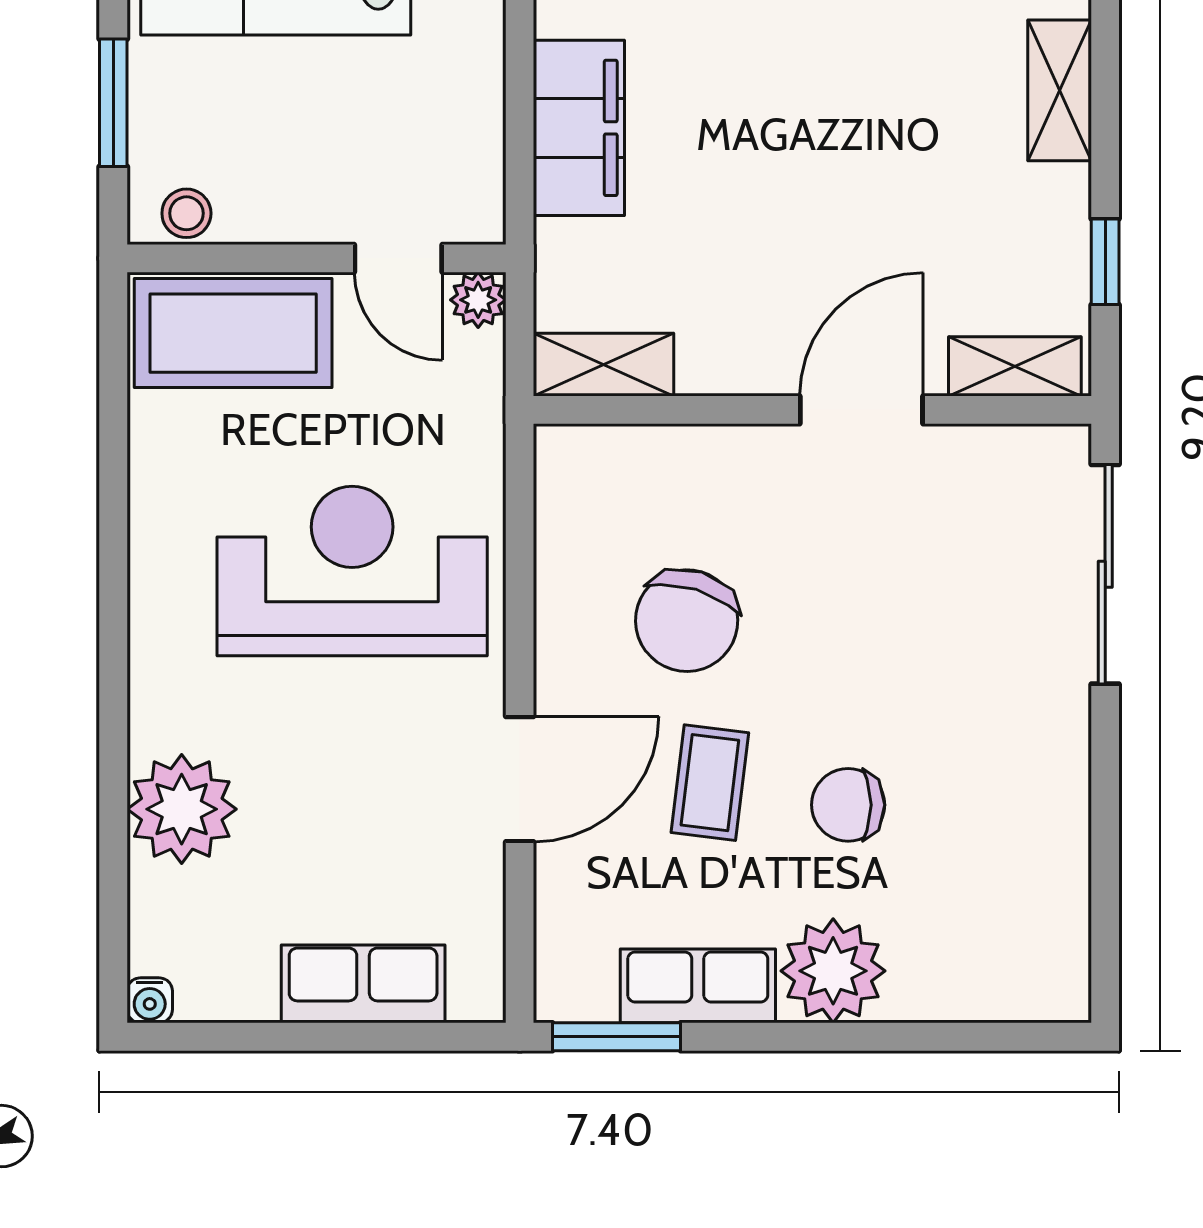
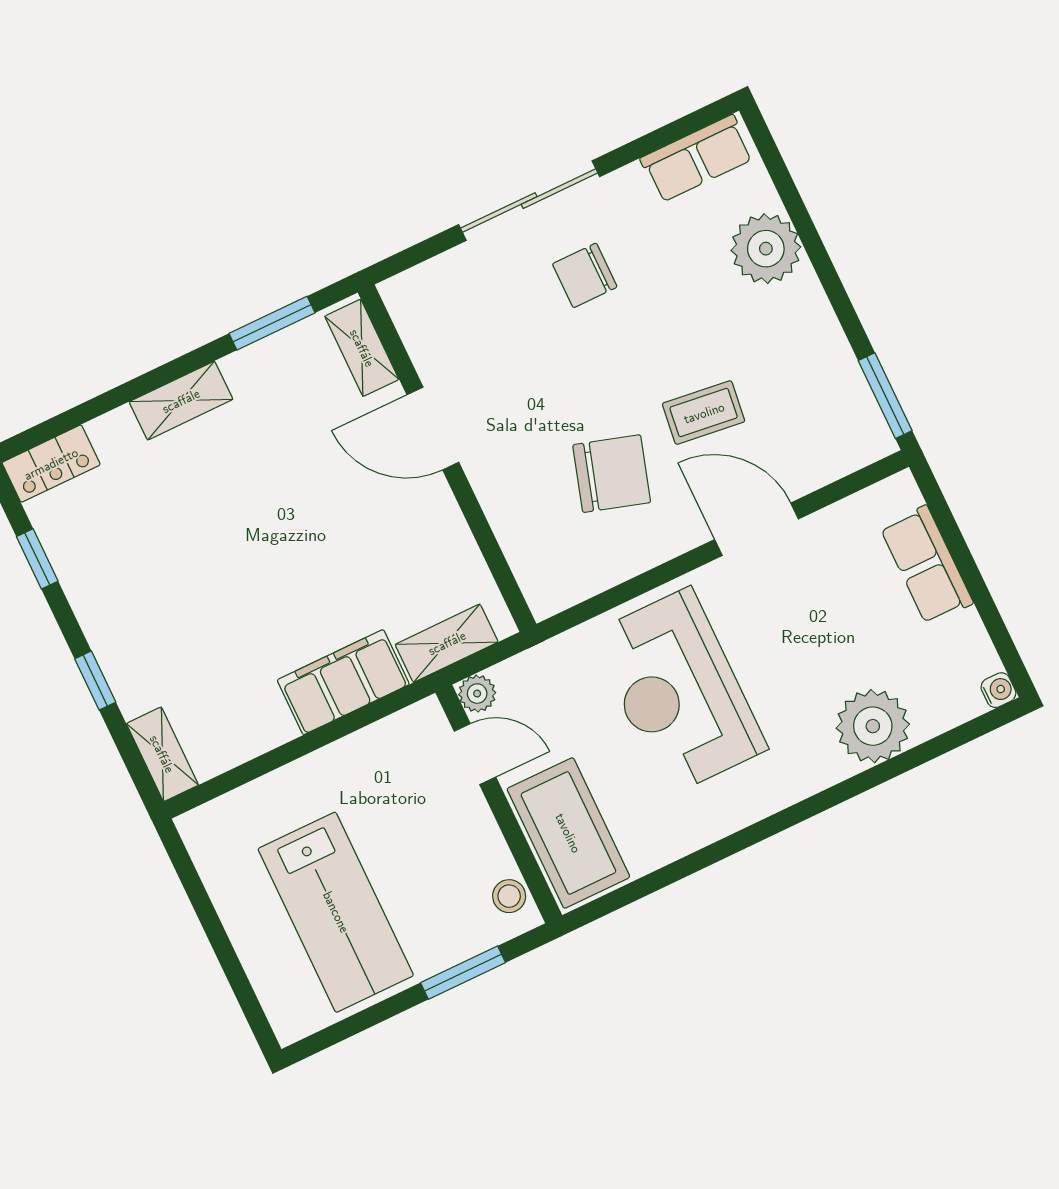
door: (398, 258) -> (475, 754), hinge flipped
window: (1105, 262) -> (272, 323), width x1.50
shelving: (604, 365) -> (447, 643), moved, turned 90
sliding door: (1105, 574) -> (529, 201), moved
chair: (848, 805) -> (585, 275), moved, turned 90
plant: (833, 971) -> (766, 249), moved
row of seats: (698, 986) -> (697, 159), moved, turned -90

